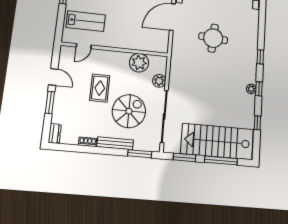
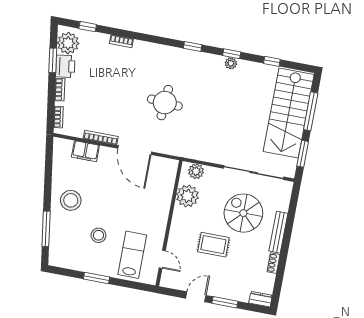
plant: (159, 81) -> (196, 171), moved
window: (140, 154) -> (293, 205), removed

